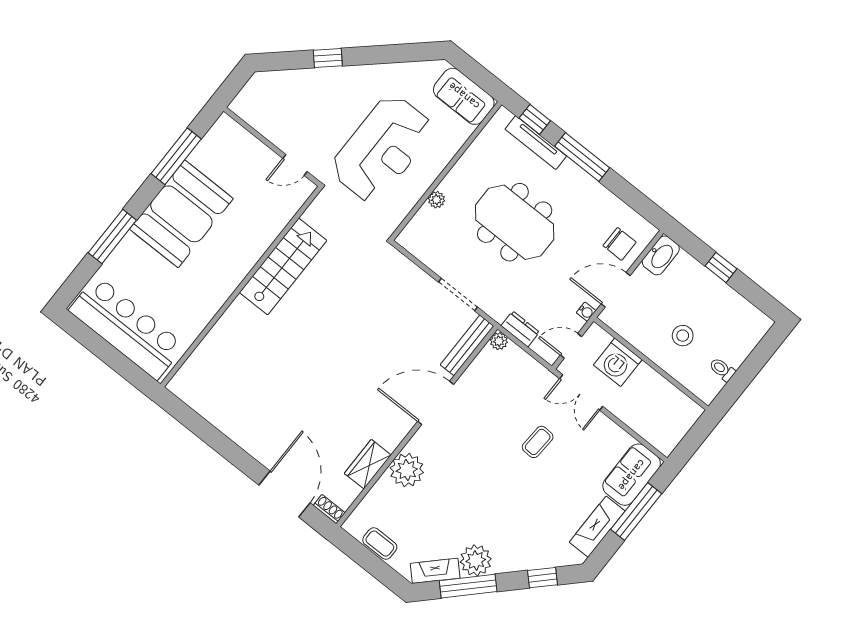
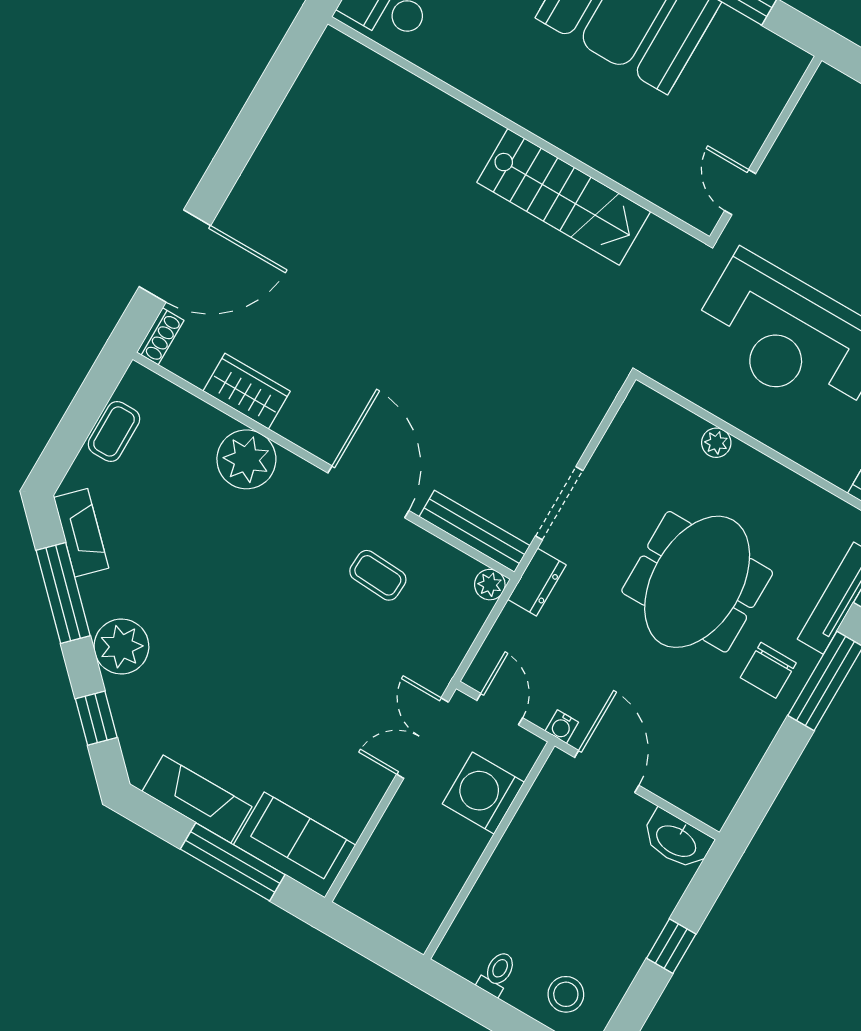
chair: (620, 244) -> (768, 670), moved
dresser: (520, 329) -> (537, 582), moved
stool: (683, 336) -> (566, 994), moved
coffee table: (538, 442) -> (378, 575), moved
plant: (476, 560) -> (121, 647), moved

